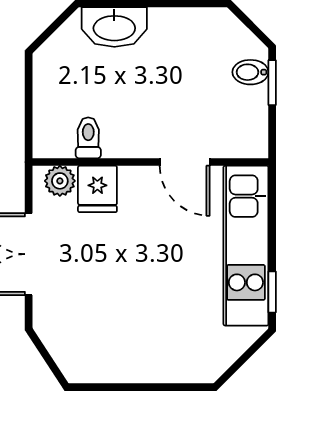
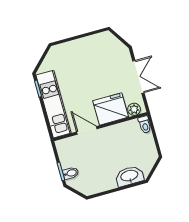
toilet: (88, 138) -> (145, 125), moved
fridge: (97, 189) -> (111, 109), width x1.88, depth x1.34

